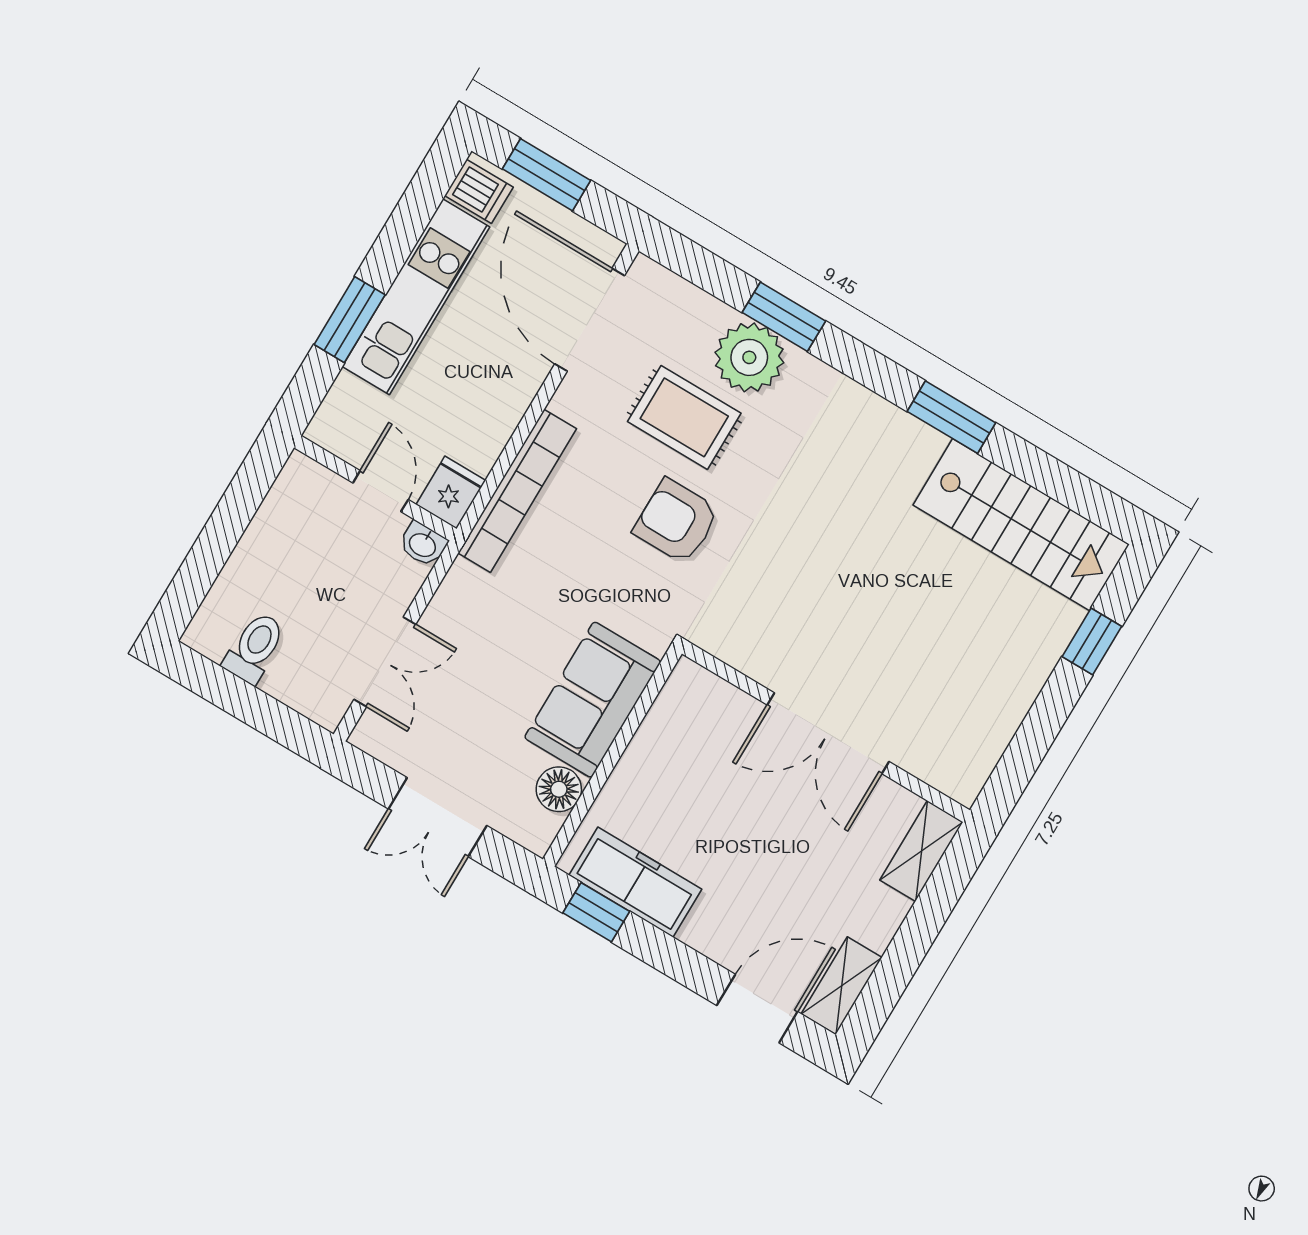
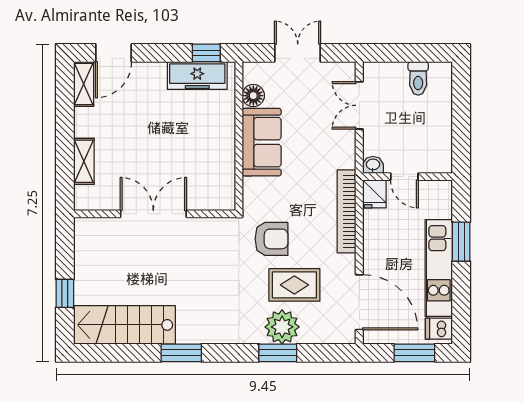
wall: (826, 732) -> (155, 214), moved
double door: (828, 733) -> (153, 214), moved

